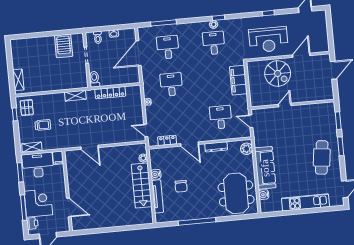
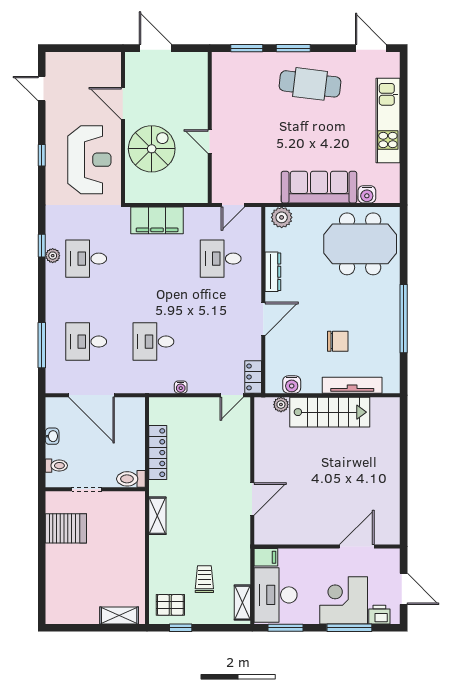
locker: (167, 140) -> (253, 377), moved
water cooler: (156, 174) -> (292, 385), moved

